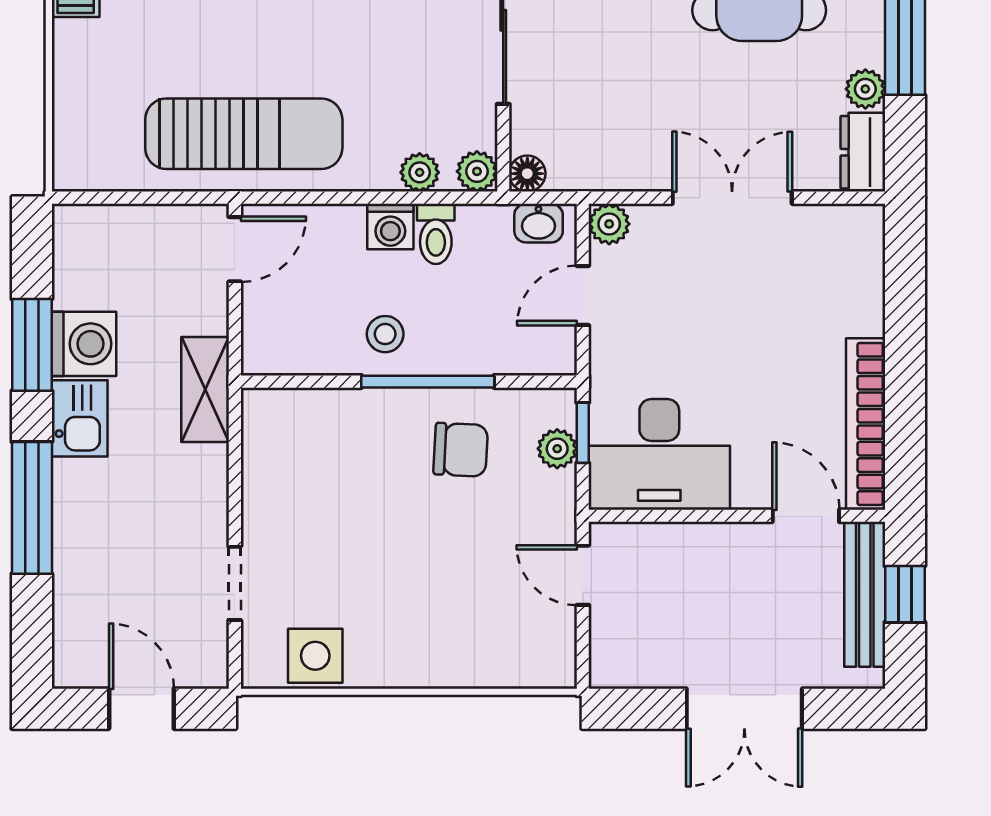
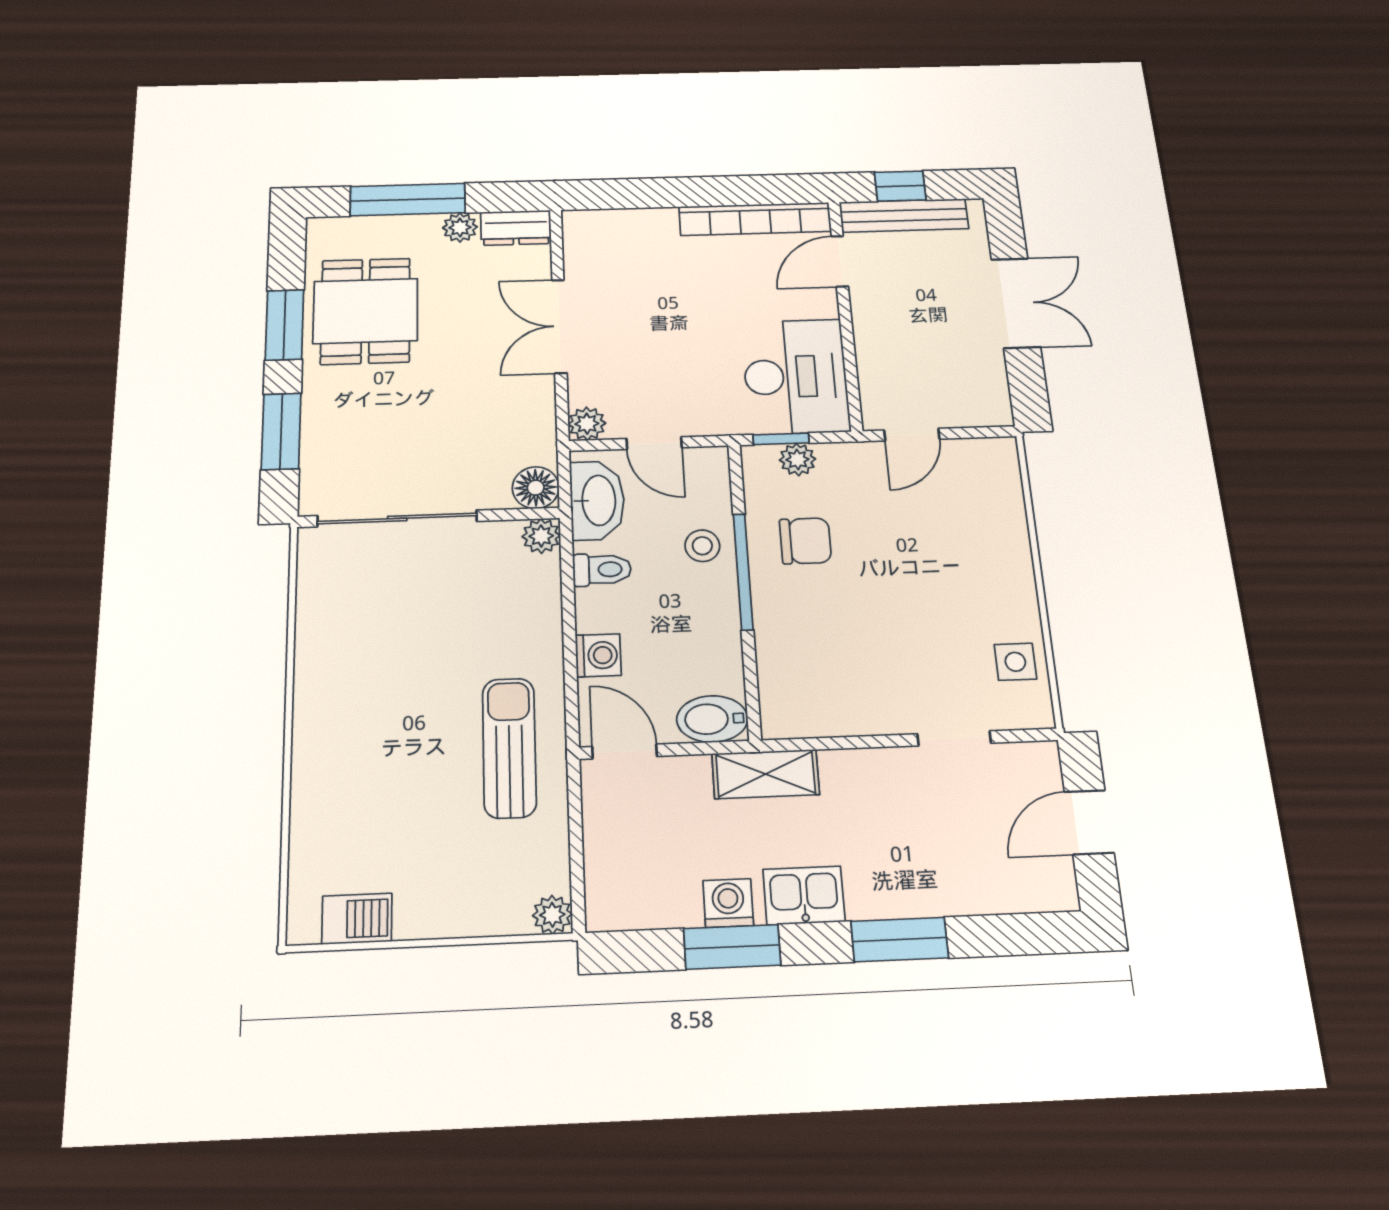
sun lounger: (244, 134) -> (509, 748), width x0.73, depth x0.75
plant: (420, 172) -> (552, 915), moved
floor lamp: (527, 174) -> (536, 488), width x1.37, depth x1.37
washbasin: (539, 223) -> (597, 500), width x1.91, depth x1.45
washing machine: (390, 227) -> (598, 655), moved
stool: (385, 334) -> (702, 546), moved
bidet: (266, 340) -> (712, 719), added
washing machine: (84, 344) -> (728, 903), width x0.73, depth x0.73
chair: (461, 450) -> (805, 541), turned 87
window: (32, 508) -> (900, 940), width x0.69
side table: (315, 656) -> (1015, 662), width x0.73, depth x0.73

